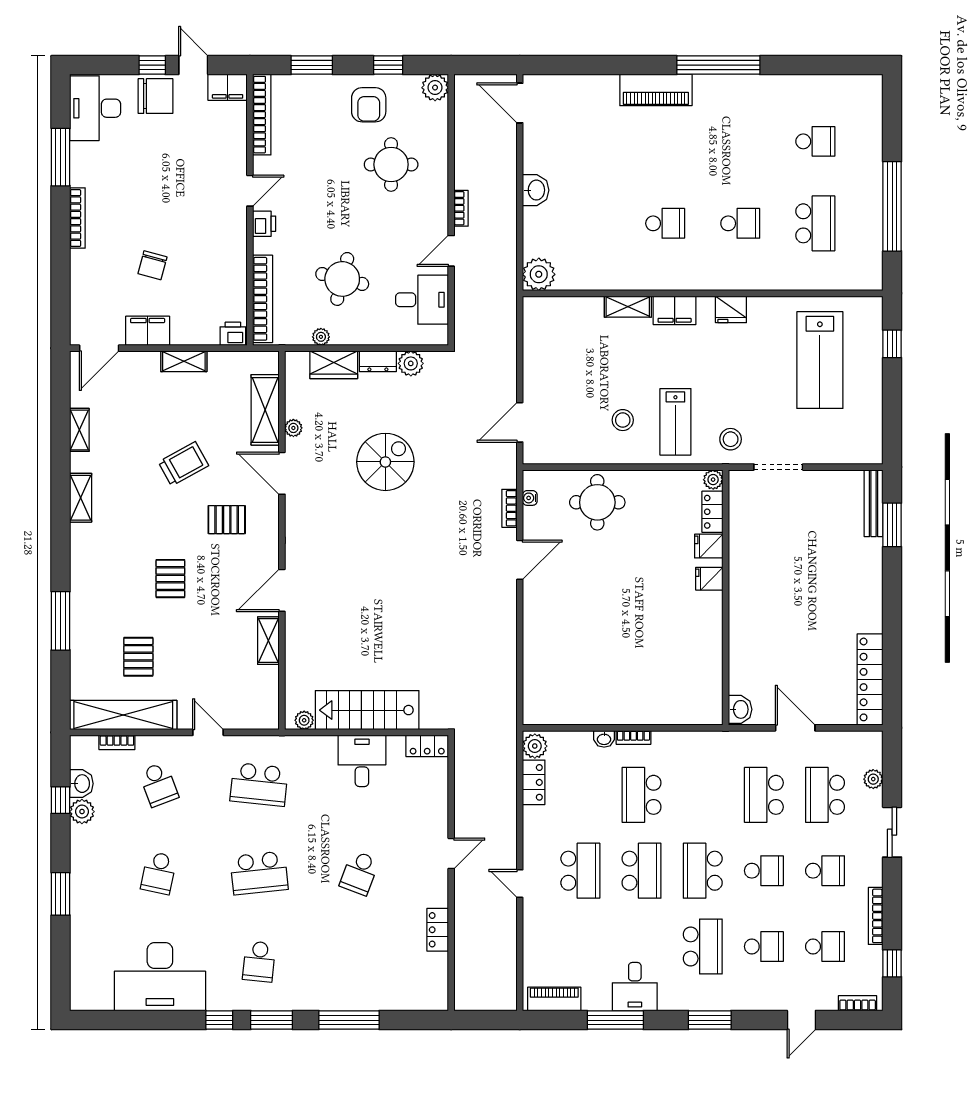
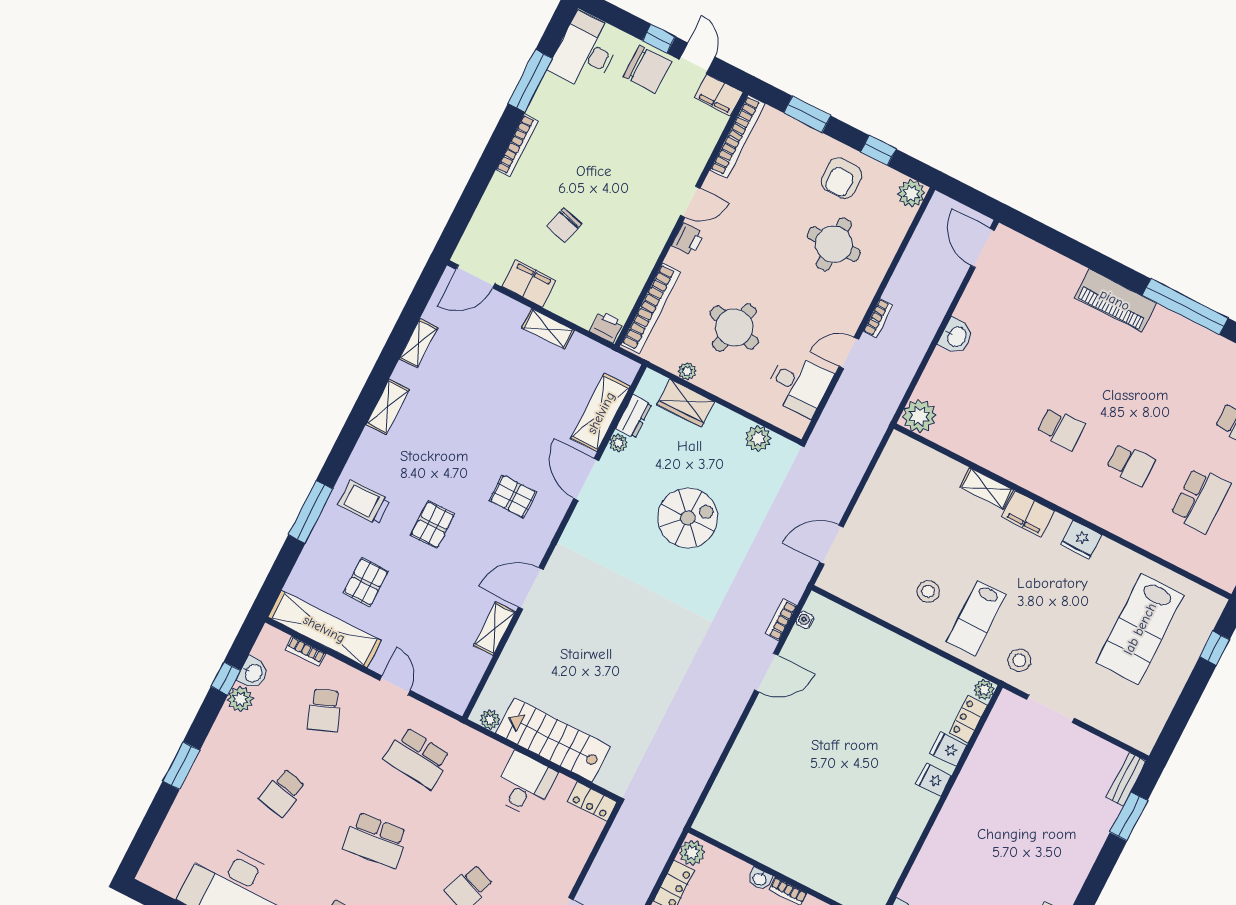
dresser: (378, 361) -> (634, 417), moved, turned -90
trolley: (183, 464) -> (364, 502), moved, turned -151
round table: (597, 502) -> (866, 656), removed
bench: (874, 503) -> (1126, 779), width x0.73

